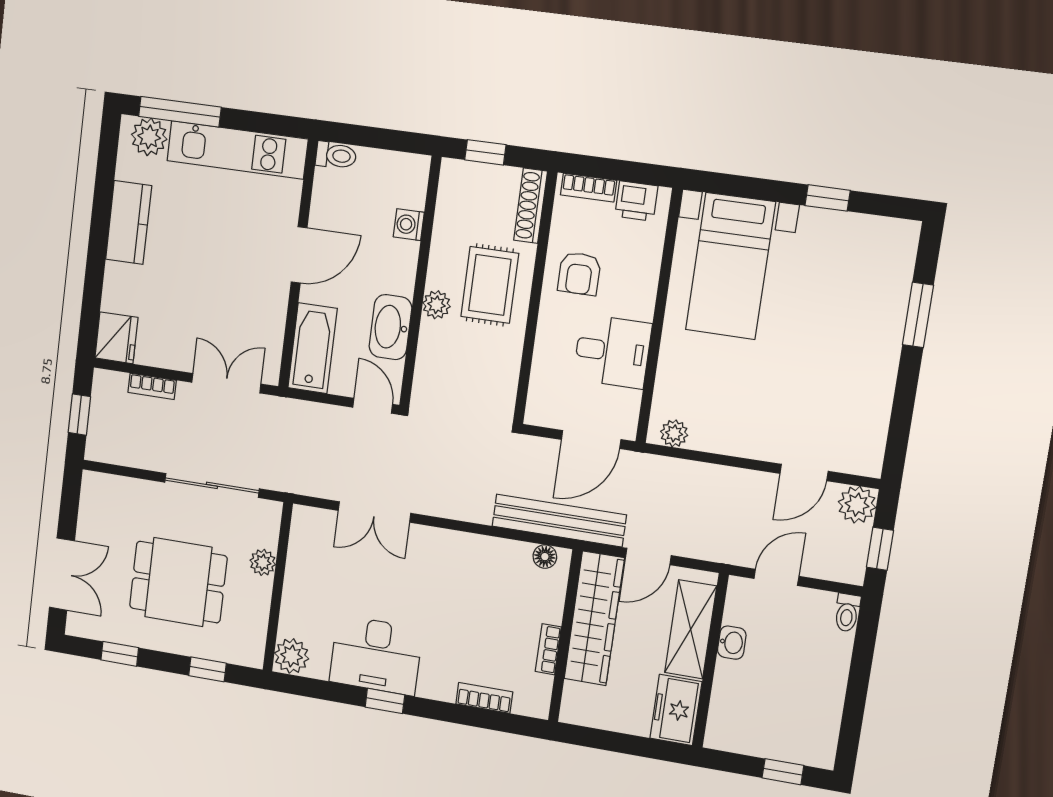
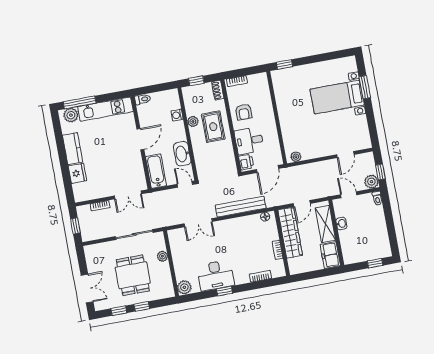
window: (828, 198) -> (285, 64), moved
printer: (636, 201) -> (246, 162), moved, turned -90
shoe rack: (531, 206) -> (218, 90), width x0.70
bed with nightstands: (730, 266) -> (337, 97), moved, turned 90
plant: (436, 305) -> (193, 121), moved
fridge: (116, 338) -> (77, 173), moved
desk: (612, 351) -> (249, 141), moved, turned 180
double door: (226, 383) -> (128, 195), swing flipped
plant: (857, 505) -> (371, 182), moved
bench: (559, 521) -> (241, 207), moved
door: (776, 577) -> (349, 195), hinge flipped
dining table: (178, 582) -> (133, 275), turned 90
window: (207, 669) -> (142, 306), moved

